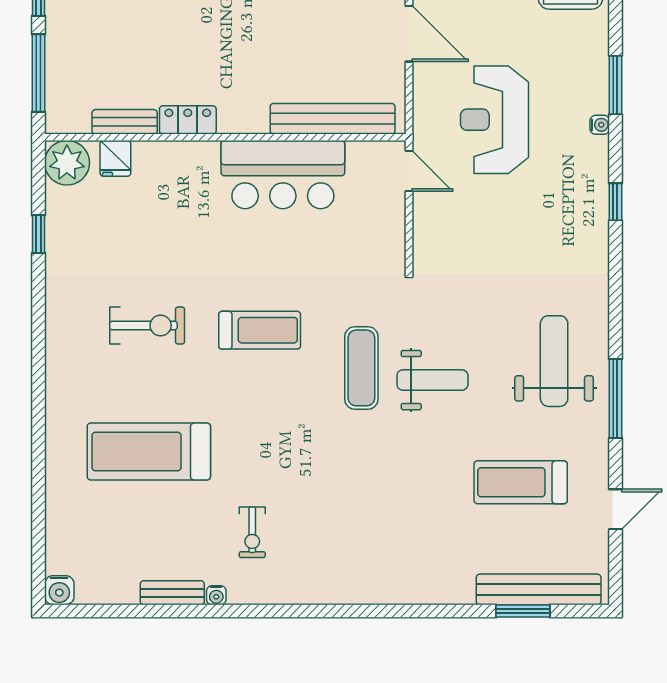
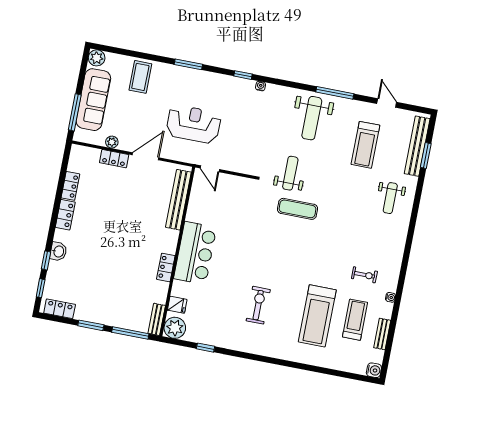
reception desk: (494, 120) -> (194, 124), turned 180
bench: (125, 122) -> (157, 319), moved
water cooler: (600, 125) -> (261, 86), moved
door: (409, 171) -> (210, 169), swing flipped
bar counter: (283, 175) -> (195, 253), moved
treadmill: (260, 330) -> (355, 320), moved
weight bench: (554, 361) -> (312, 118), turned -90
weight bench: (432, 380) -> (290, 173), moved
weight bench: (421, 555) -> (390, 198), added
bench: (172, 593) -> (382, 334), moved

